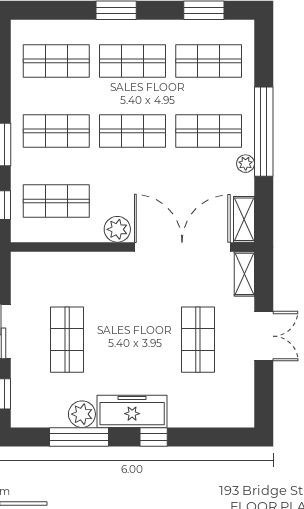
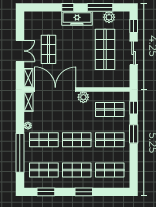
window: (264, 132) -> (20, 153), moved
double door: (182, 247) -> (55, 90), swing flipped
double door: (264, 336) -> (20, 51), swing flipped
shop shelf: (67, 340) -> (105, 49), width x1.43, depth x1.36
plant: (82, 414) -> (109, 17), moved

